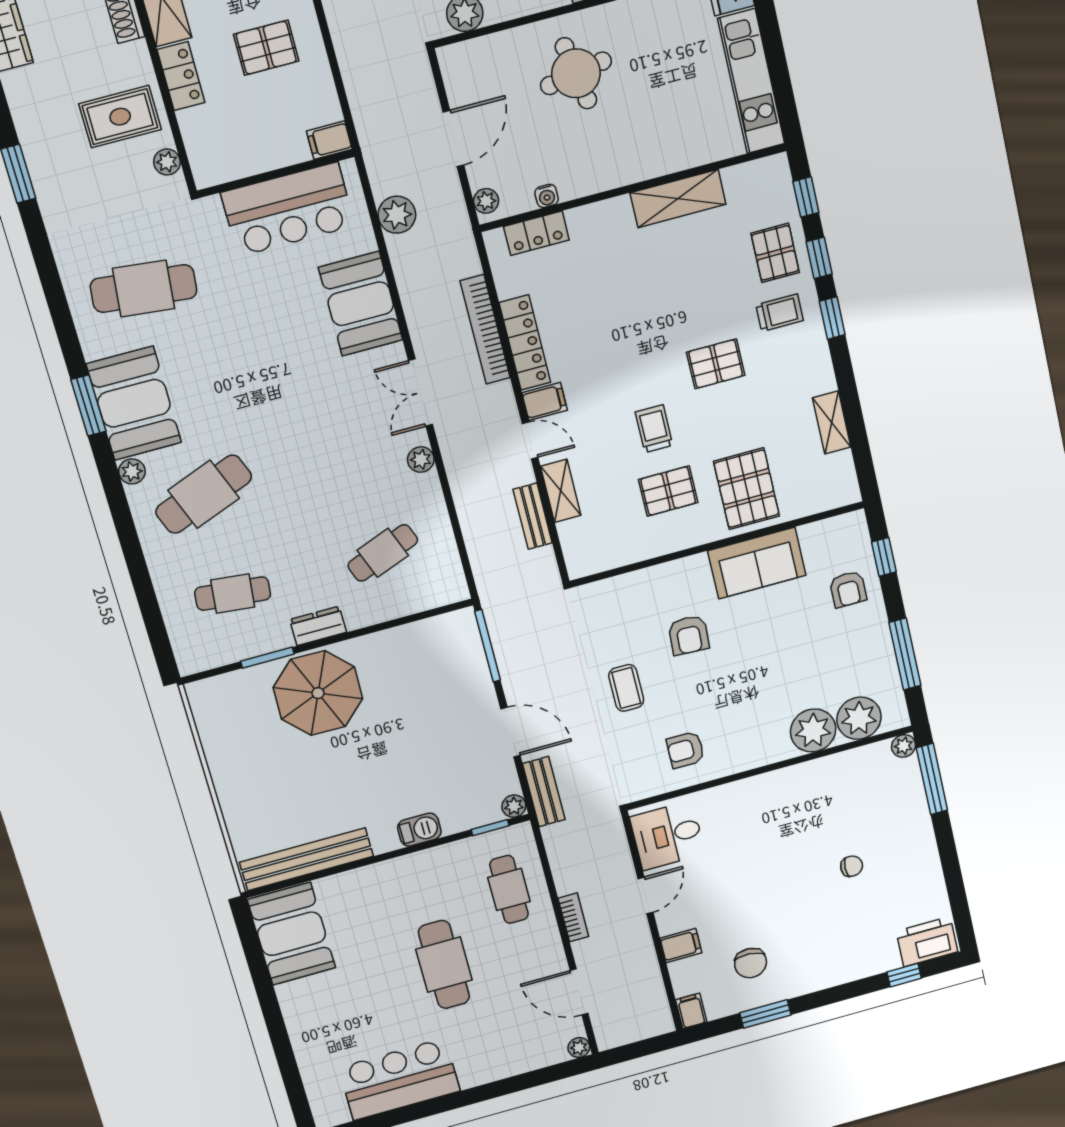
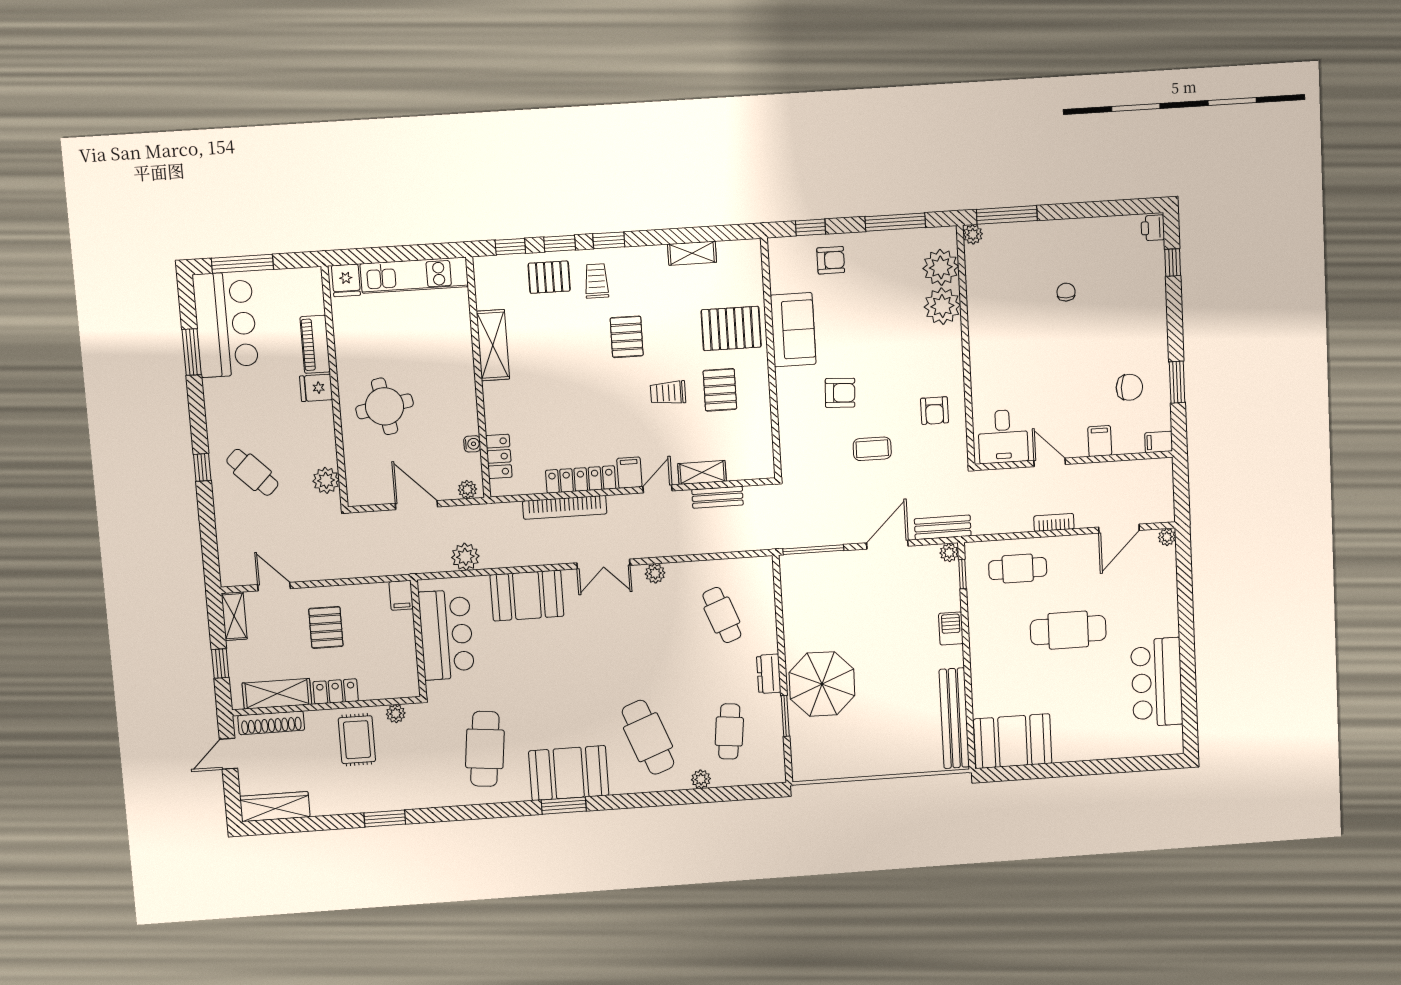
plant: (132, 471) -> (701, 779), moved
printer: (927, 942) -> (1153, 228), width x0.53, depth x0.68

